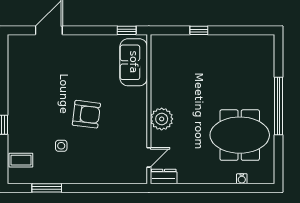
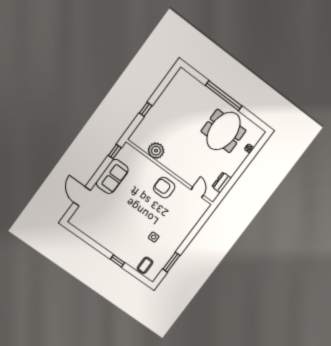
sofa: (134, 62) -> (112, 177), moved, turned -90
armchair: (86, 114) -> (164, 188), moved, turned -97
plant: (162, 119) -> (156, 151), moved
dresser: (164, 177) -> (222, 182), moved

